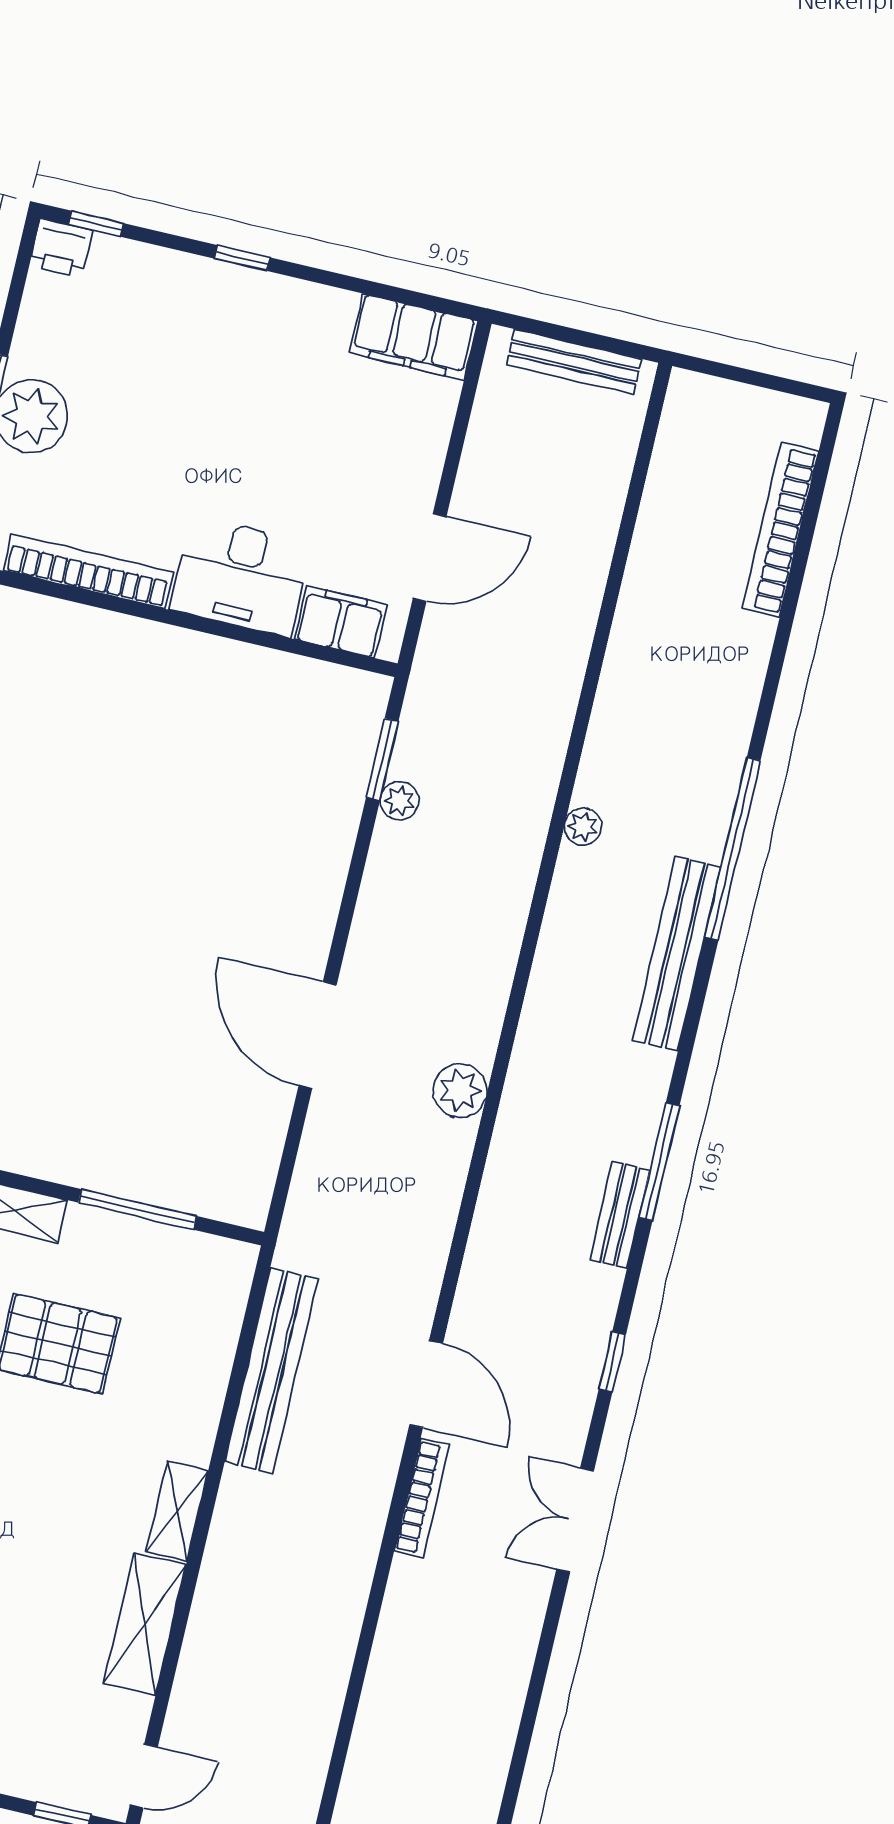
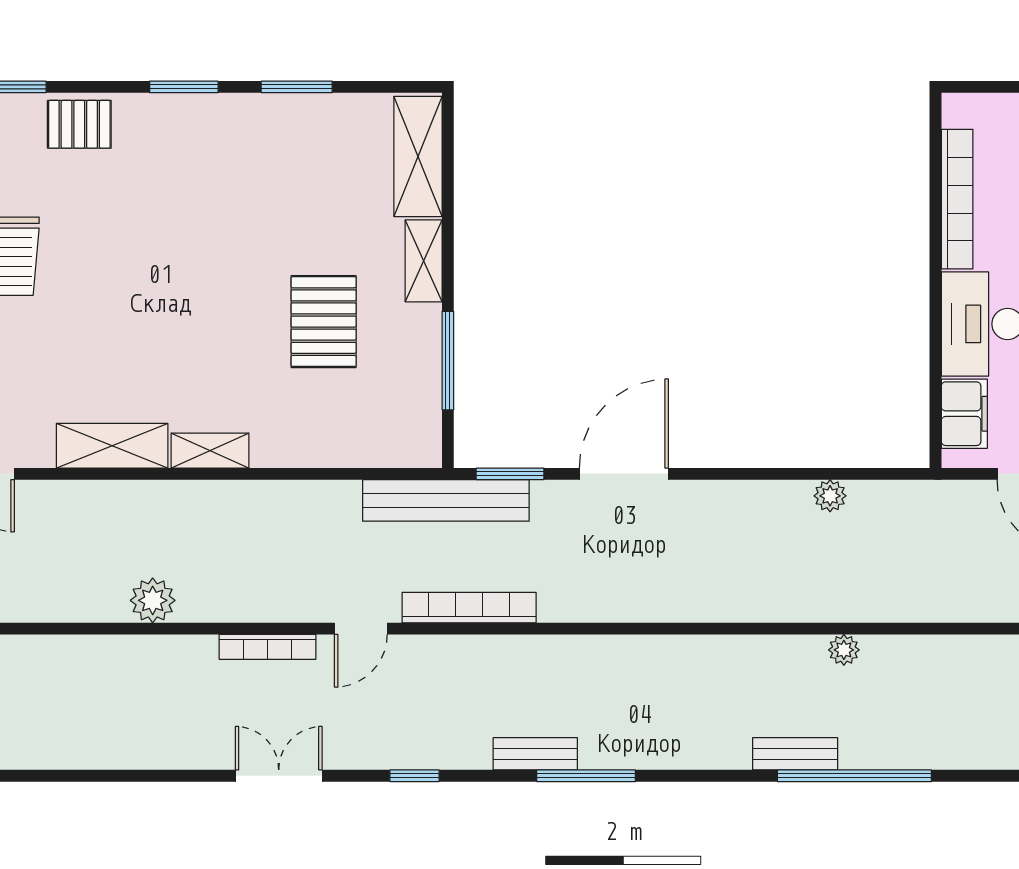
window: (382, 759) -> (510, 474), moved
bench: (677, 954) -> (795, 754), width x0.54, depth x0.82
plant: (460, 1091) -> (153, 600), moved
bookcase: (431, 1252) -> (469, 608), added
bench: (272, 1371) -> (446, 500), moved
door: (426, 1384) -> (361, 629), width x0.73

